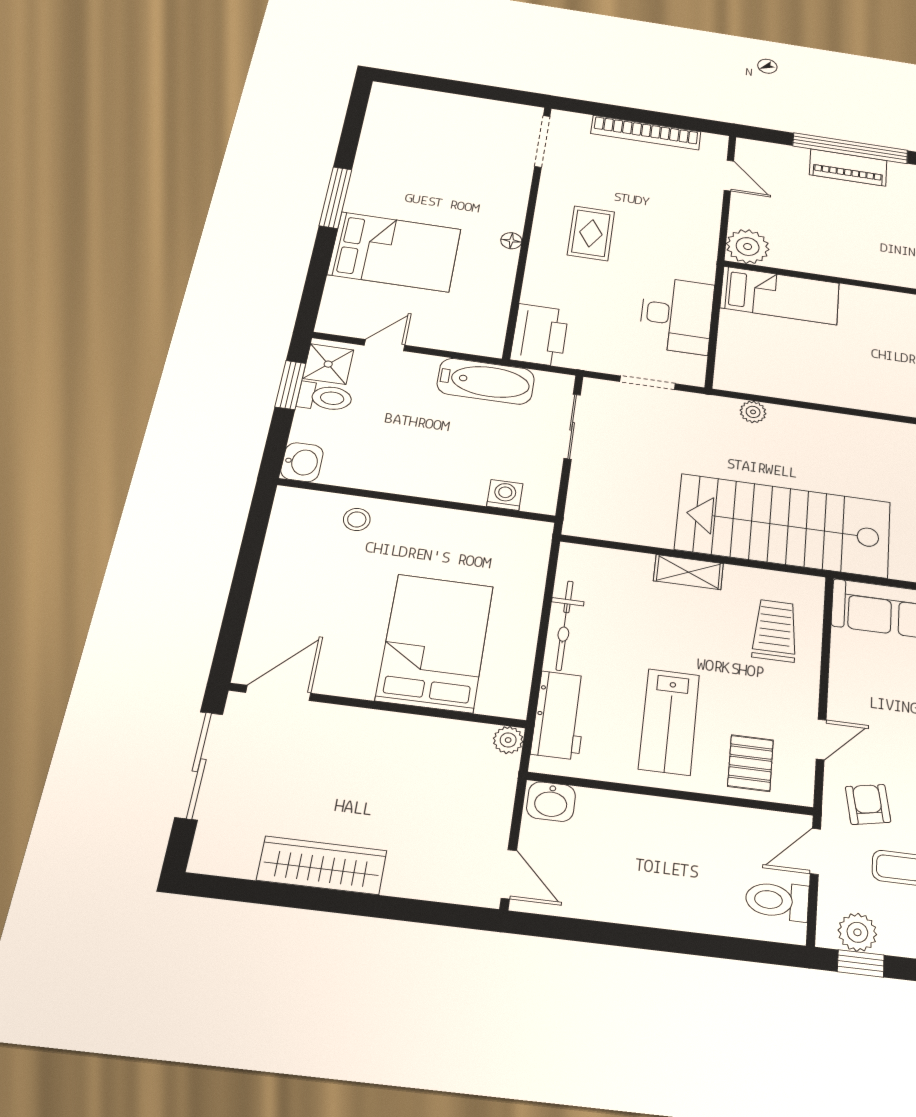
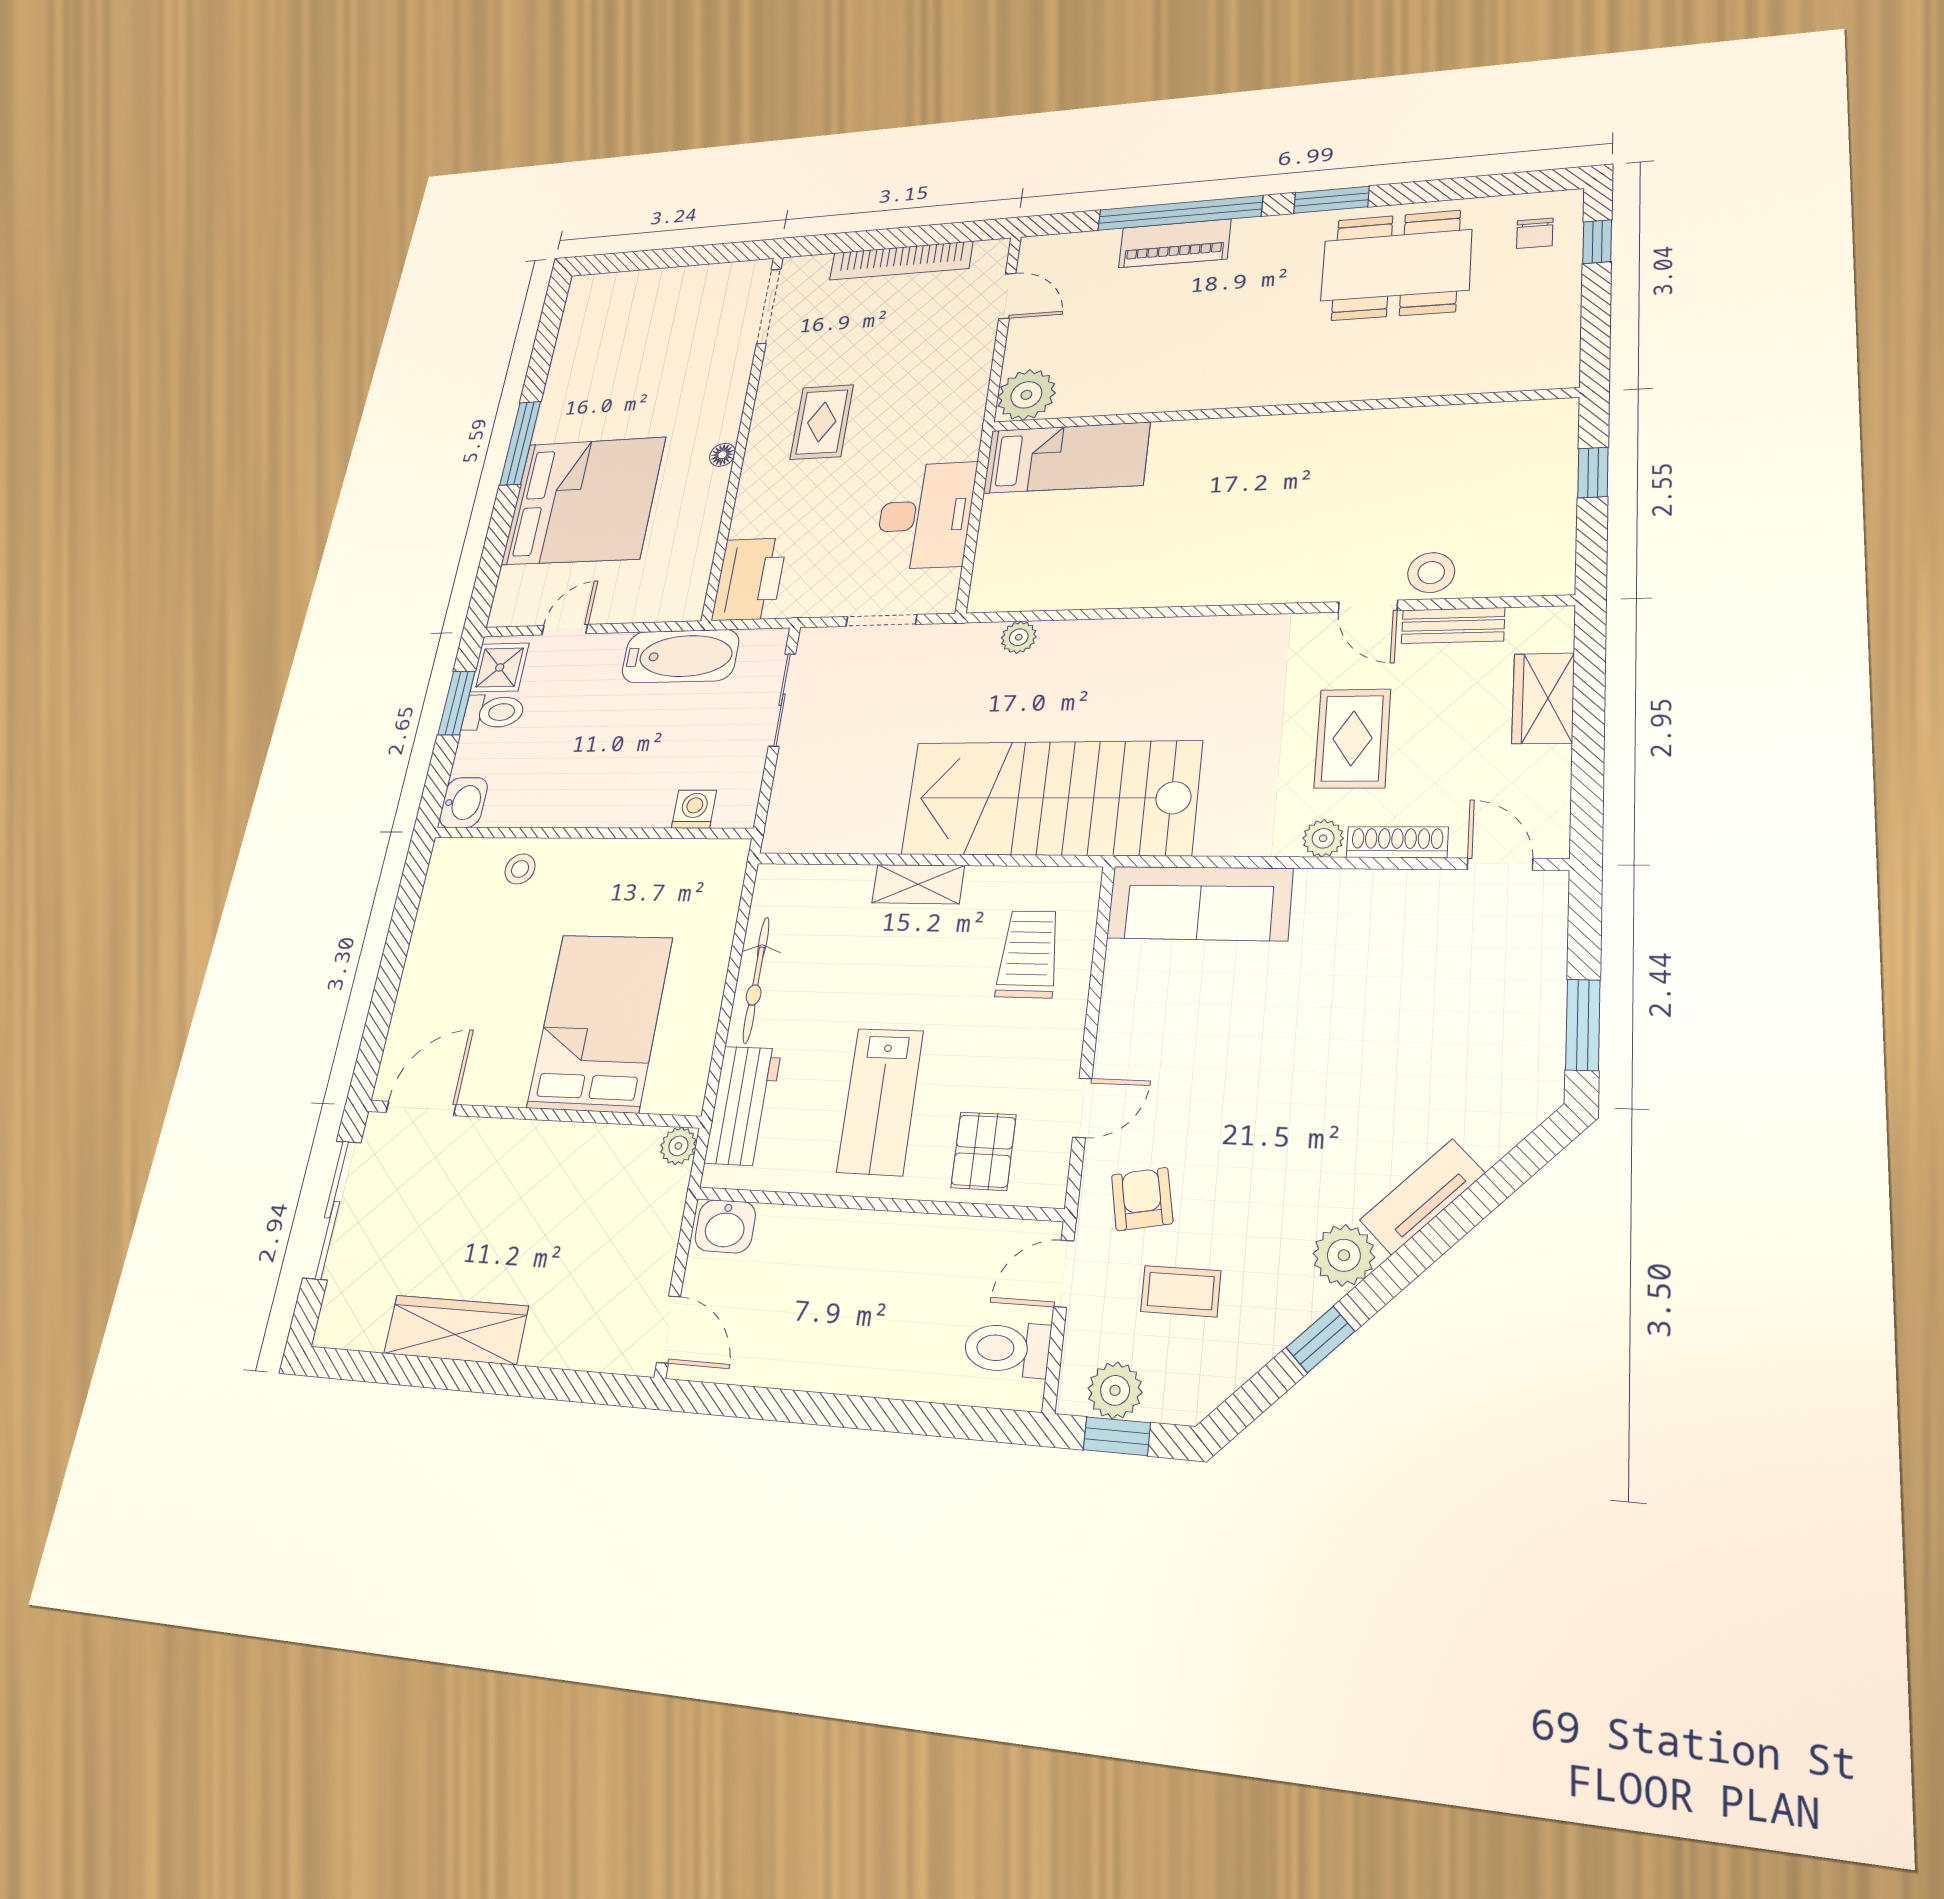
bed: (395, 252) -> (584, 501), width x1.36

